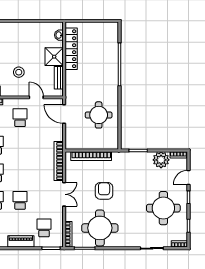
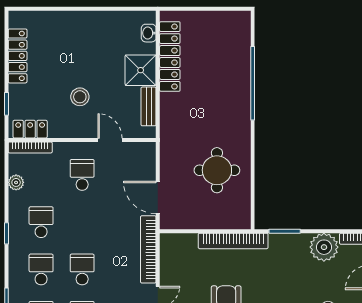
door: (64, 114) -> (158, 197), moved
bookcase: (91, 156) -> (233, 241), moved
school desk: (20, 173) -> (82, 269), added

